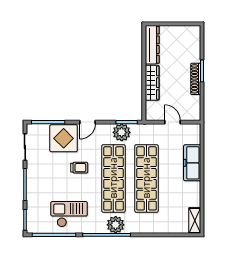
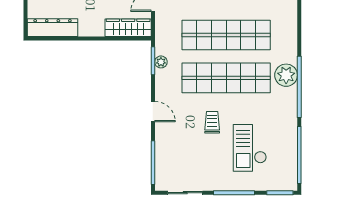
wardrobe: (152, 83) -> (128, 28), moved
plant: (122, 132) -> (161, 62), width x0.53, depth x0.53
display table: (64, 138) -> (174, 143), removed
checkout: (69, 214) -> (250, 148), moved

